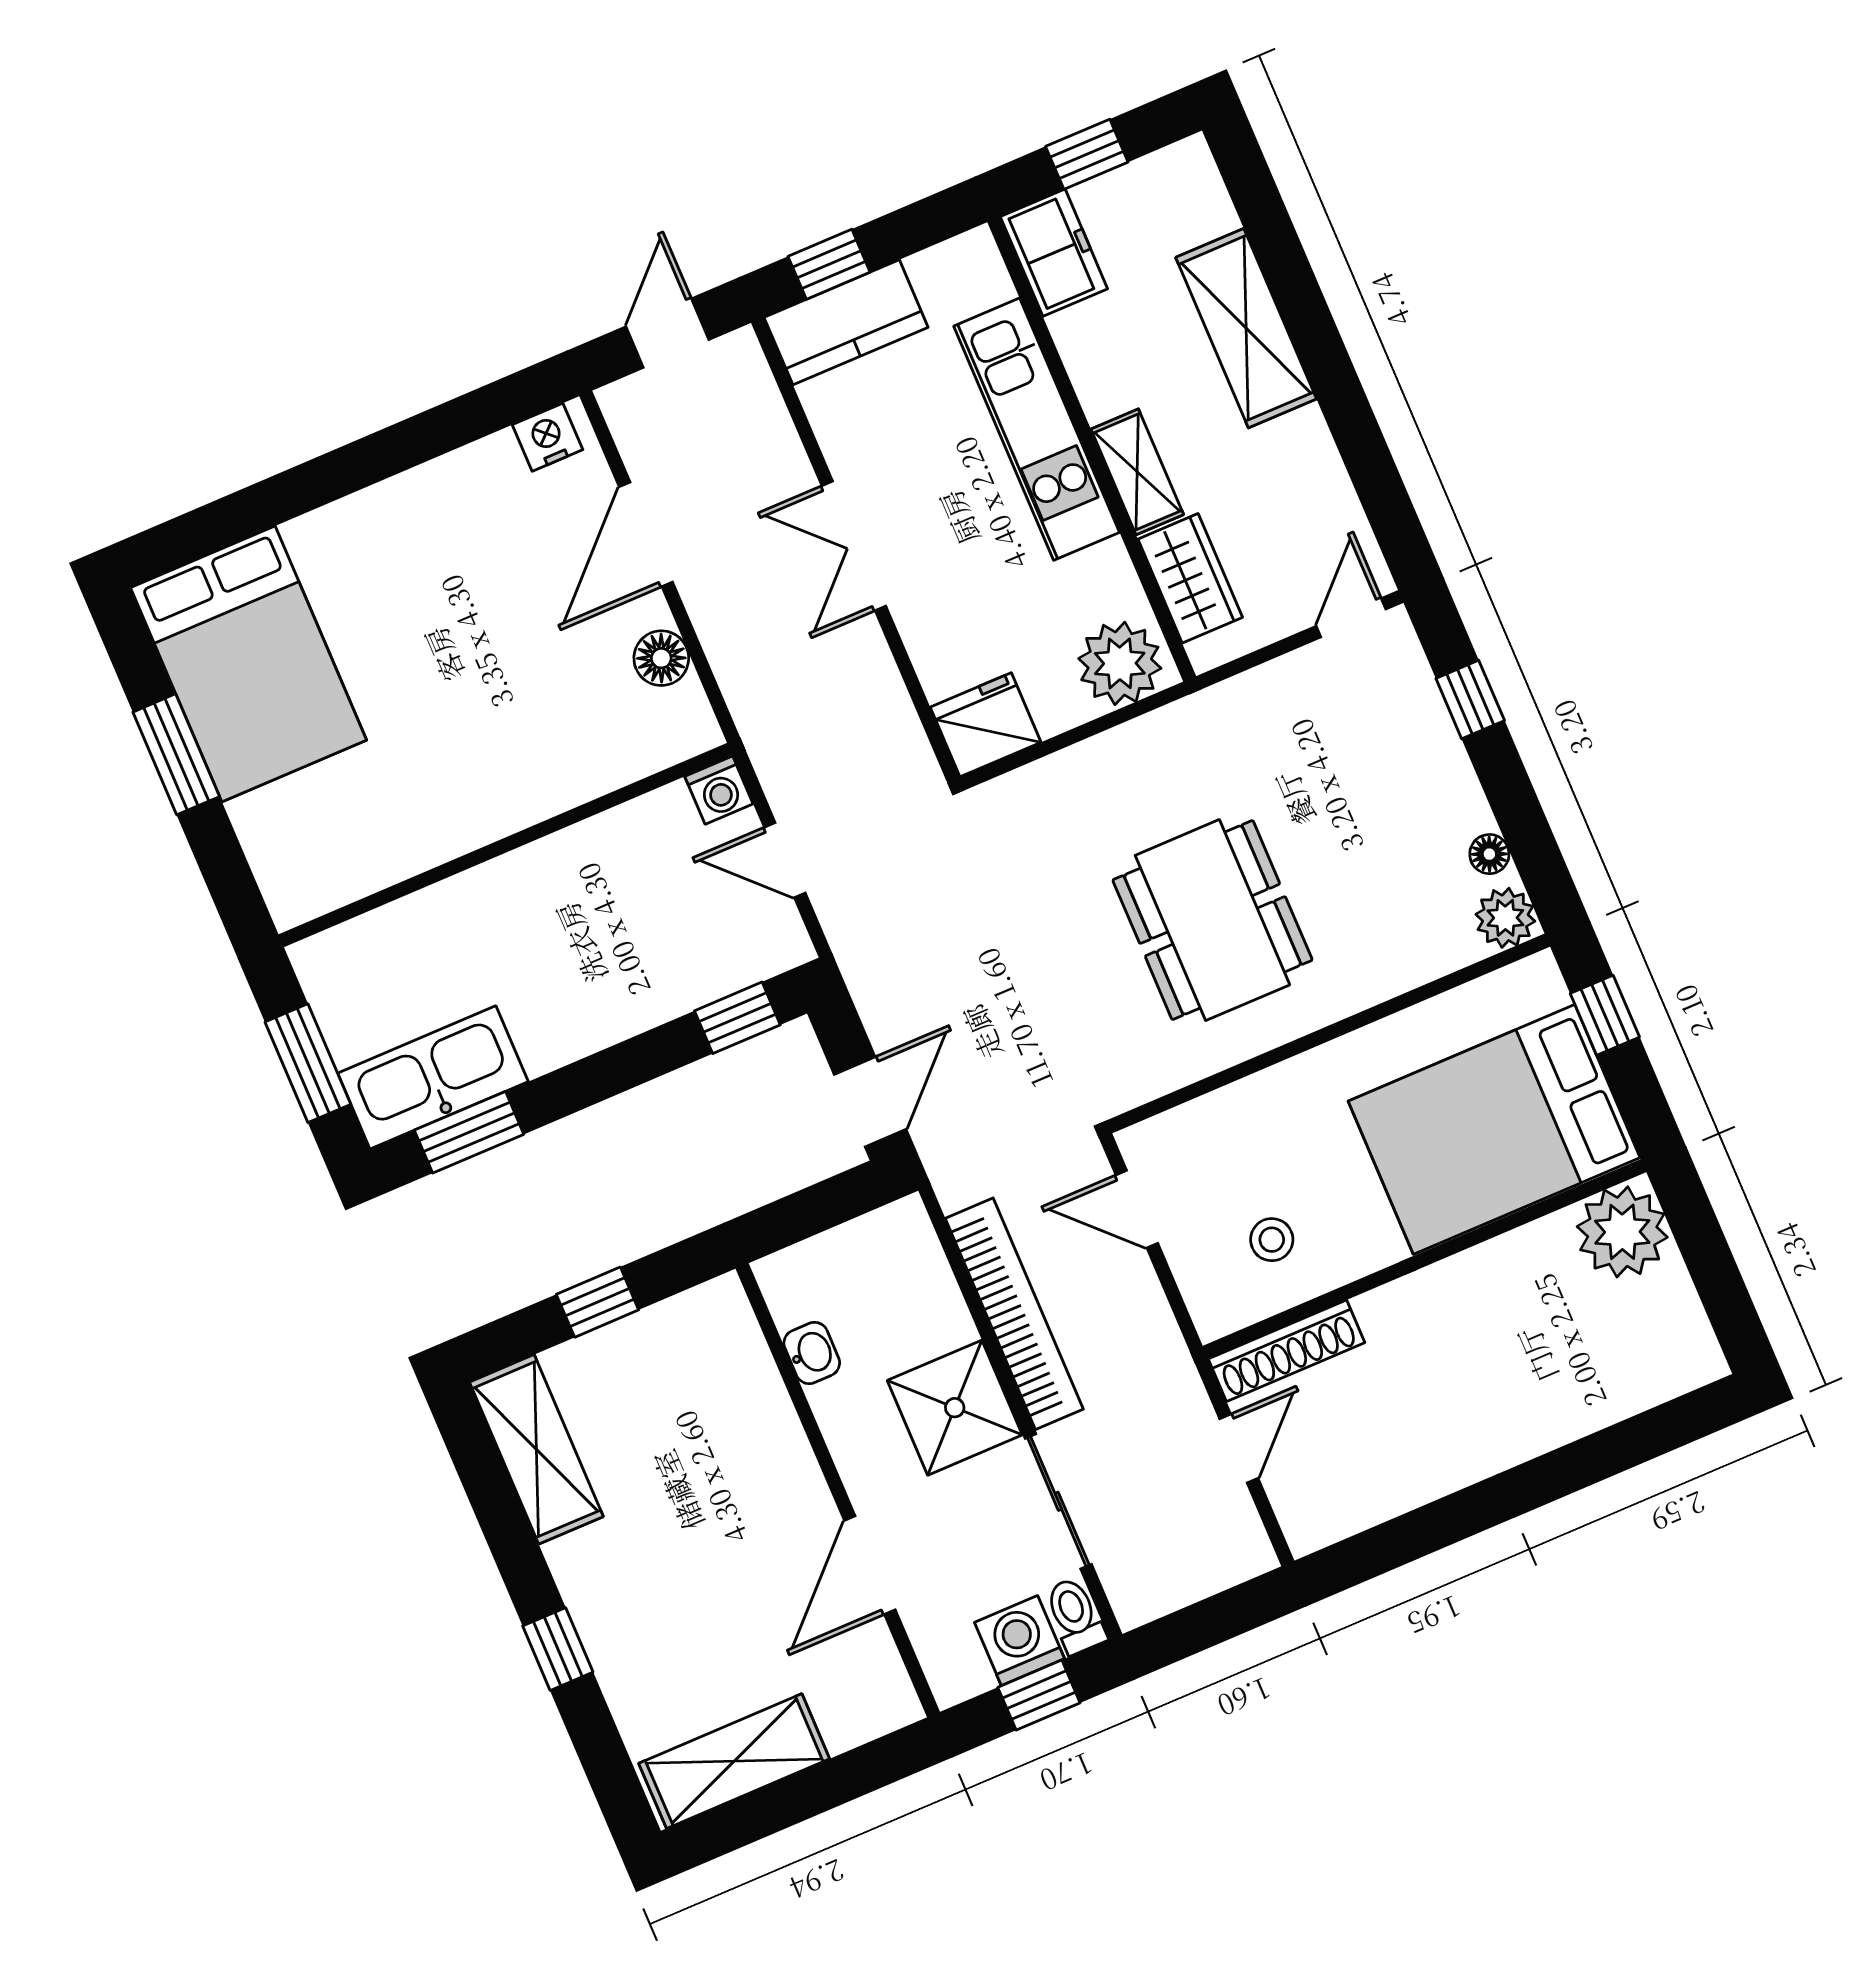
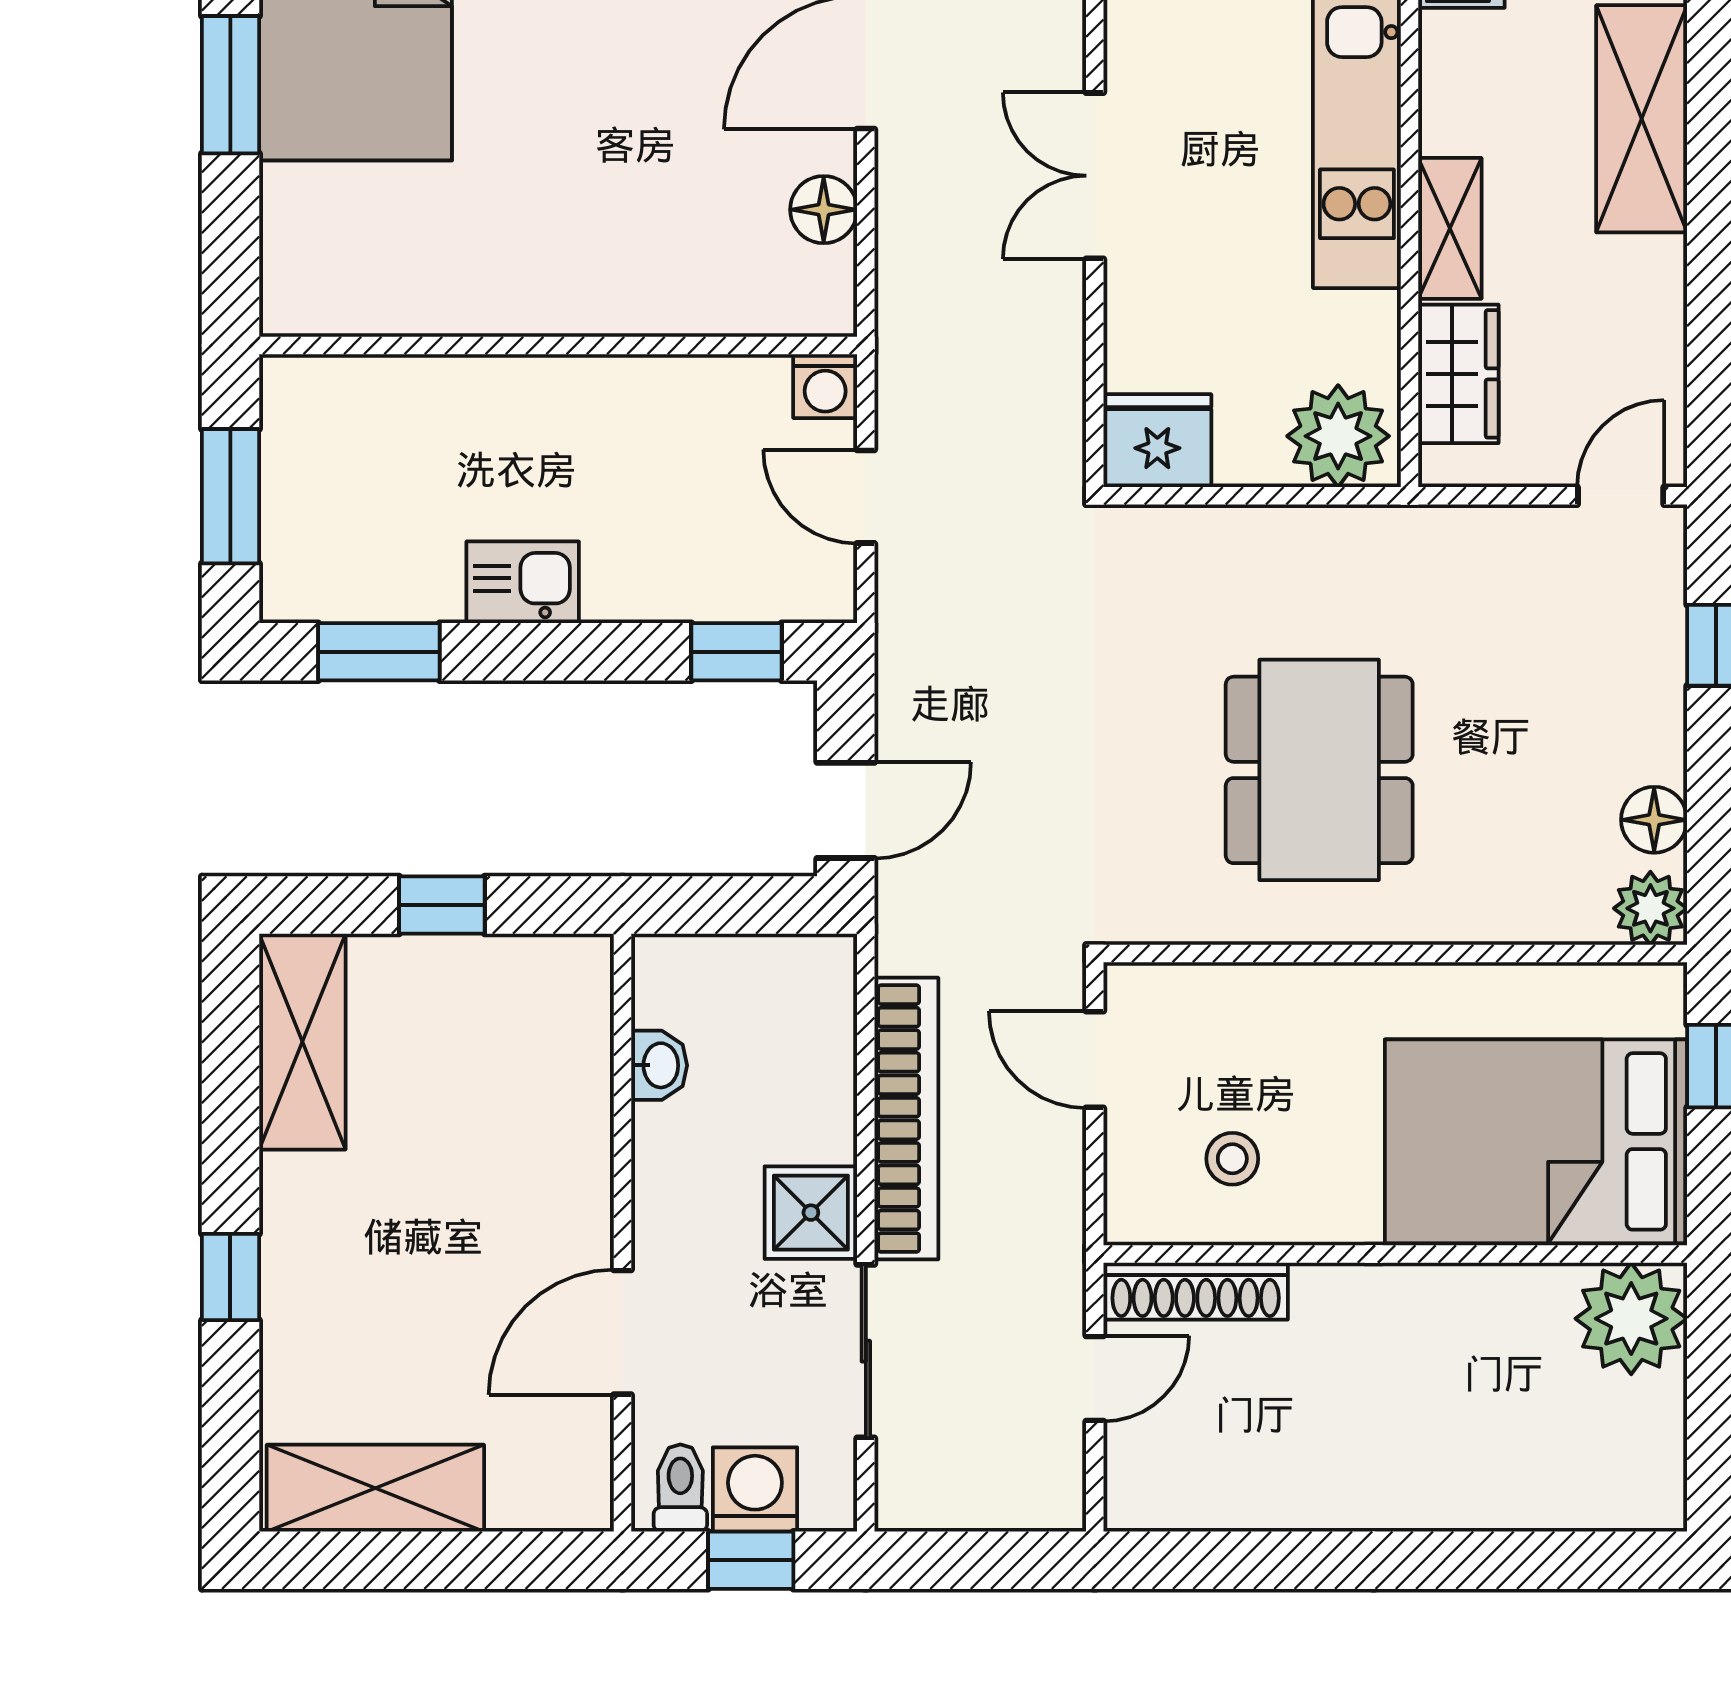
floor lamp: (1489, 854) -> (1654, 820), width x1.37, depth x1.37
kitchen sink: (433, 1077) -> (523, 582), moved, width x0.53, depth x0.81
shower: (955, 1408) -> (811, 1213), width x0.73, depth x0.73
toilet: (1075, 1616) -> (680, 1488), moved

